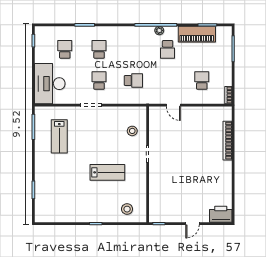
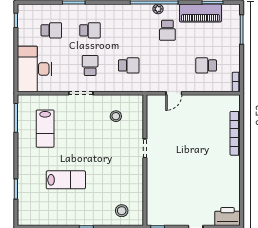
school desk: (65, 49) -> (51, 30), turned 90
school desk: (99, 49) -> (90, 30), turned 90
school desk: (202, 80) -> (206, 65), turned -90
door: (173, 105) -> (174, 93), hinge flipped
stool: (132, 131) -> (116, 116), moved
lab bench: (107, 172) -> (66, 180), moved

